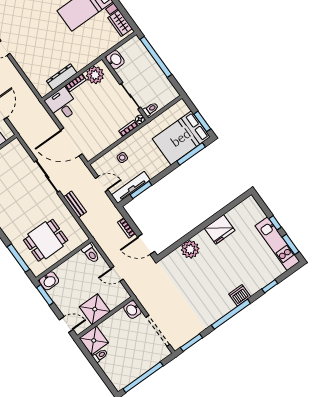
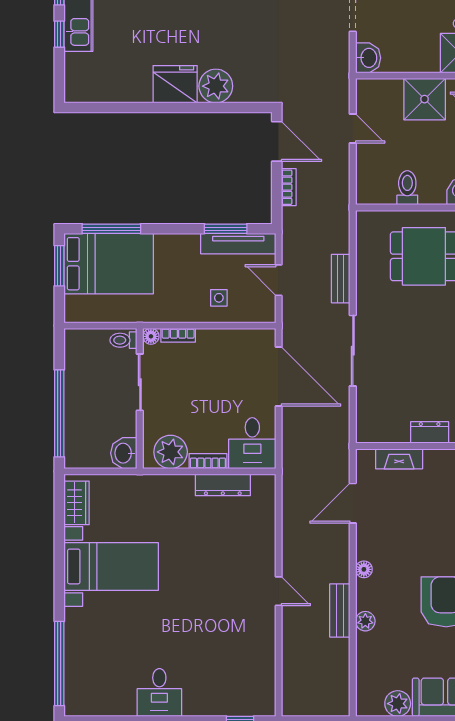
fridge: (220, 229) -> (175, 84), moved
toilet: (91, 253) -> (407, 188), moved

